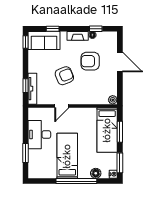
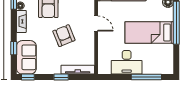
window: (26, 86) -> (61, 77), moved
door: (62, 106) -> (96, 23), moved
window: (26, 153) -> (146, 77), width x1.44

